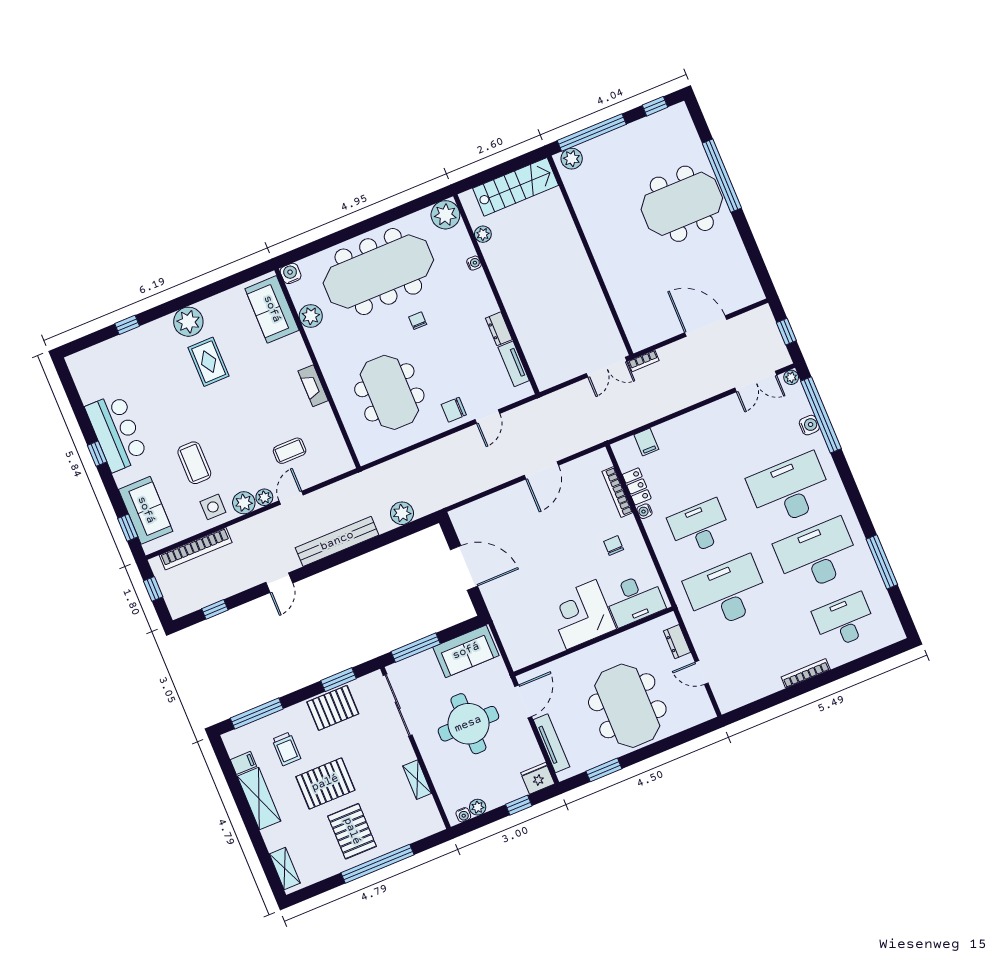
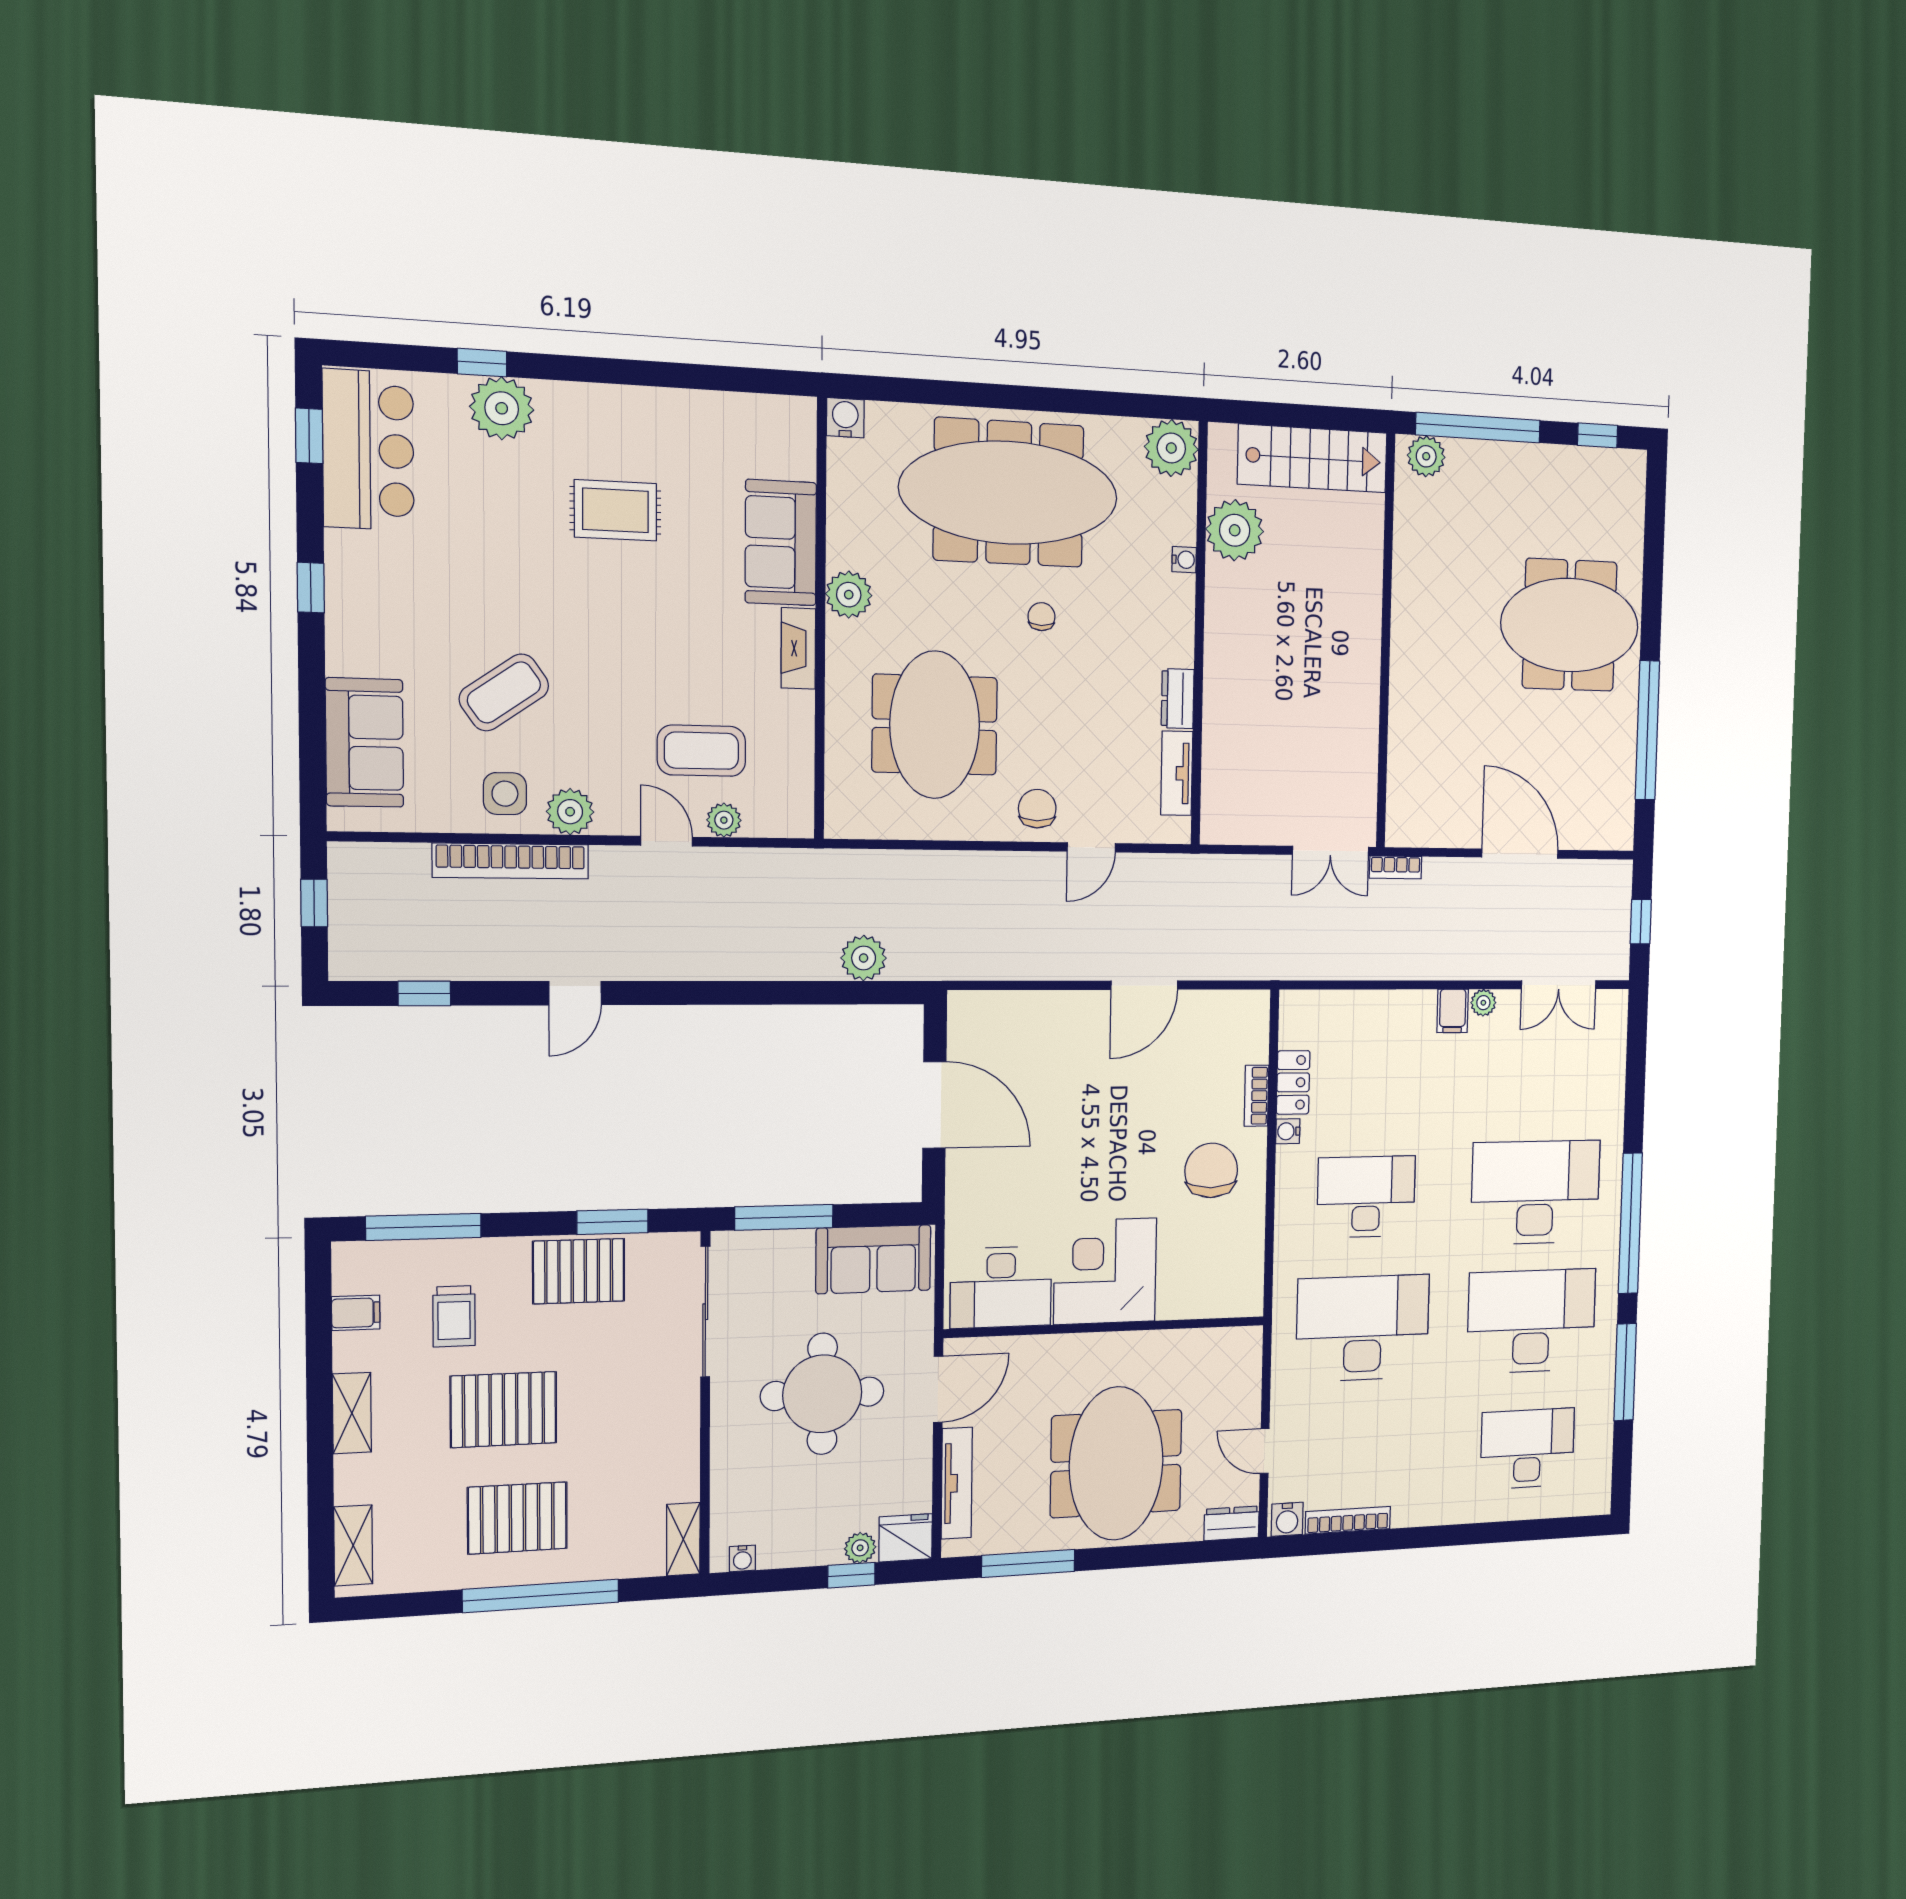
window: (722, 176) -> (1647, 730), moved
plant: (483, 234) -> (1235, 530), width x1.87, depth x1.87
sofa: (272, 309) -> (781, 543), moved
plant: (311, 316) -> (849, 595), moved
plant: (188, 322) -> (502, 408), moved
rug: (209, 362) -> (615, 510), turned 90
plant: (791, 377) -> (1483, 1003), moved
chair: (454, 410) -> (1037, 809), turned 90
window: (821, 415) -> (1630, 1223), moved
water cooler: (809, 425) -> (1287, 1519), moved, turned 90
bar counter: (116, 432) -> (368, 450), moved
filing cabinet: (646, 442) -> (1453, 1011), moved
coffee table: (290, 451) -> (701, 751), width x1.36, depth x1.30
coffee table: (194, 463) -> (504, 692), turned 55
bookcase: (617, 492) -> (1257, 1096), width x0.64
plant: (264, 497) -> (724, 820), moved
door: (291, 498) -> (667, 841), hinge flipped
window: (128, 528) -> (309, 436), moved
bench: (337, 541) -> (720, 960), removed
chair: (614, 545) -> (1211, 1170), width x1.87, depth x1.87
bookcase: (196, 549) -> (511, 861), moved
desk: (635, 599) -> (1001, 1287), moved
dresser: (677, 642) -> (1232, 1523), moved, turned 90
bookcase: (806, 673) -> (1348, 1520), moved
window: (604, 770) -> (1028, 1563), width x1.44
shelving: (417, 780) -> (683, 1539), moved
shelving: (259, 799) -> (352, 1413), width x0.67, depth x0.75
plant: (478, 807) -> (860, 1548), moved
pallet: (352, 831) -> (517, 1518), turned 90

